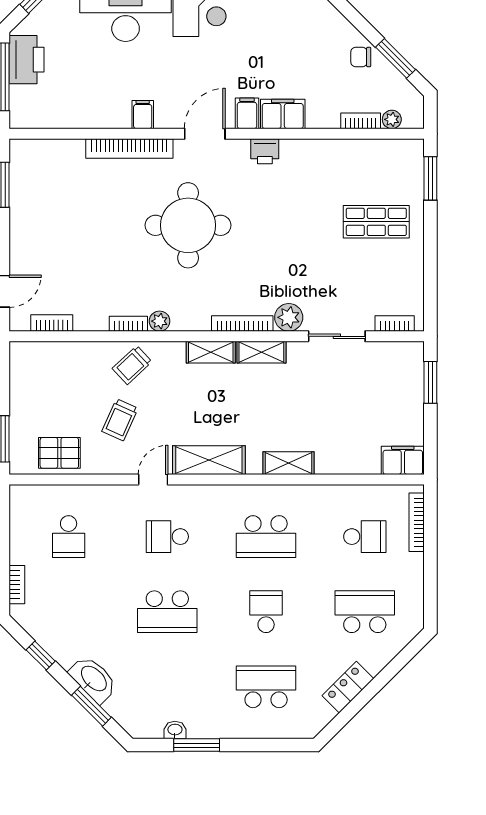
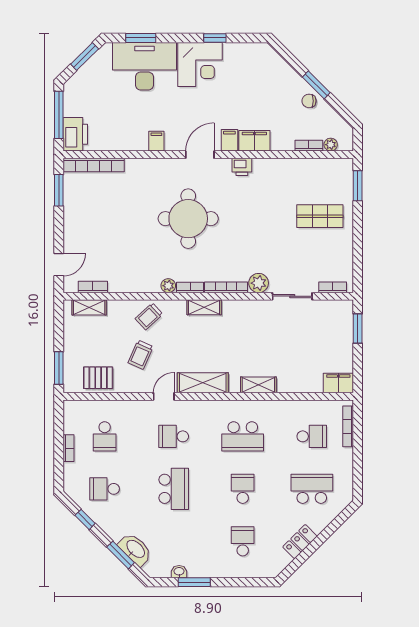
window: (395, 58) -> (316, 85), moved
printer: (27, 60) -> (75, 134), moved
bookcase: (129, 149) -> (94, 165), moved
bookcase: (128, 324) -> (190, 287), moved
shelving: (261, 352) -> (89, 307), moved
bookcase: (17, 585) -> (68, 448), moved
school desk: (69, 612) -> (105, 489), added
school desk: (167, 612) -> (174, 489), turned -90
washbasin: (93, 679) -> (135, 549), moved
school desk: (266, 687) -> (243, 541), width x0.54

